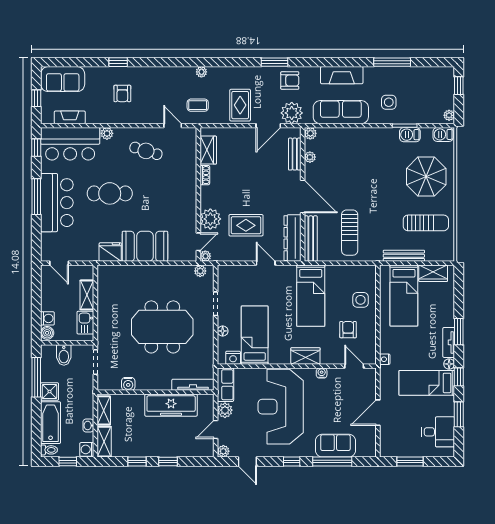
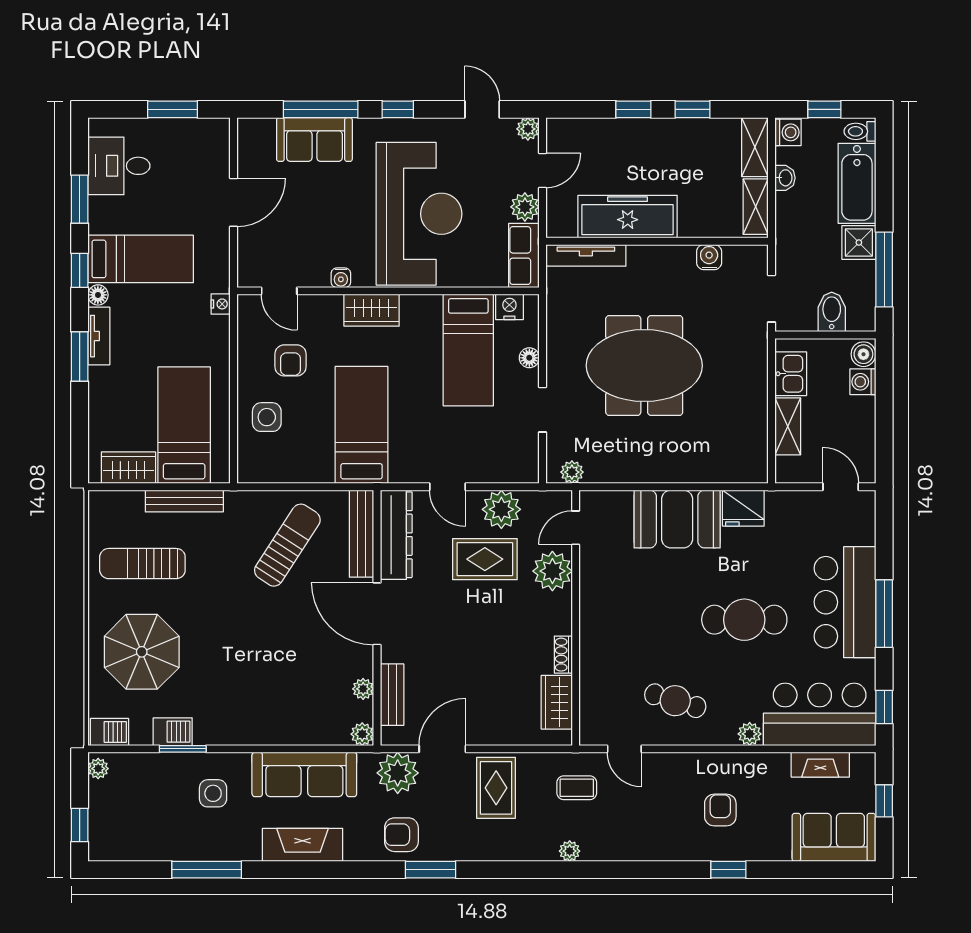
sun lounger: (350, 233) -> (287, 545), turned 33
plant: (205, 256) -> (501, 509), moved, width x1.88, depth x1.88

